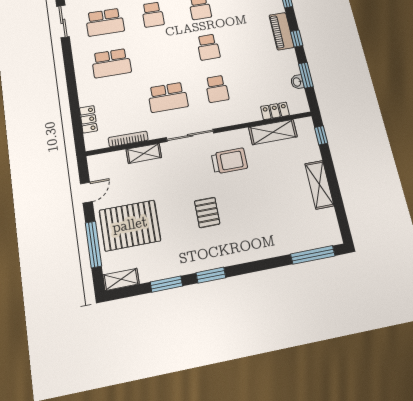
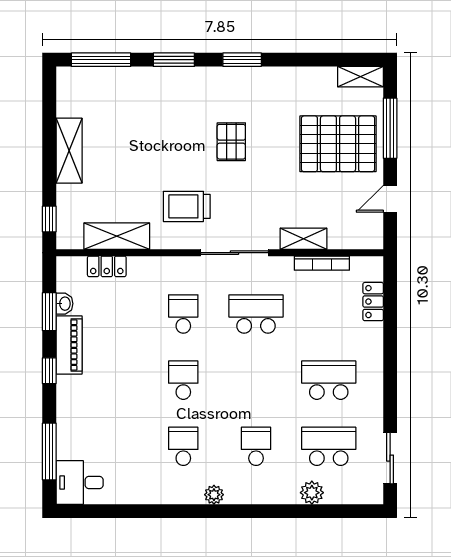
piano: (282, 31) -> (69, 345), moved
window: (166, 284) -> (174, 60), moved

